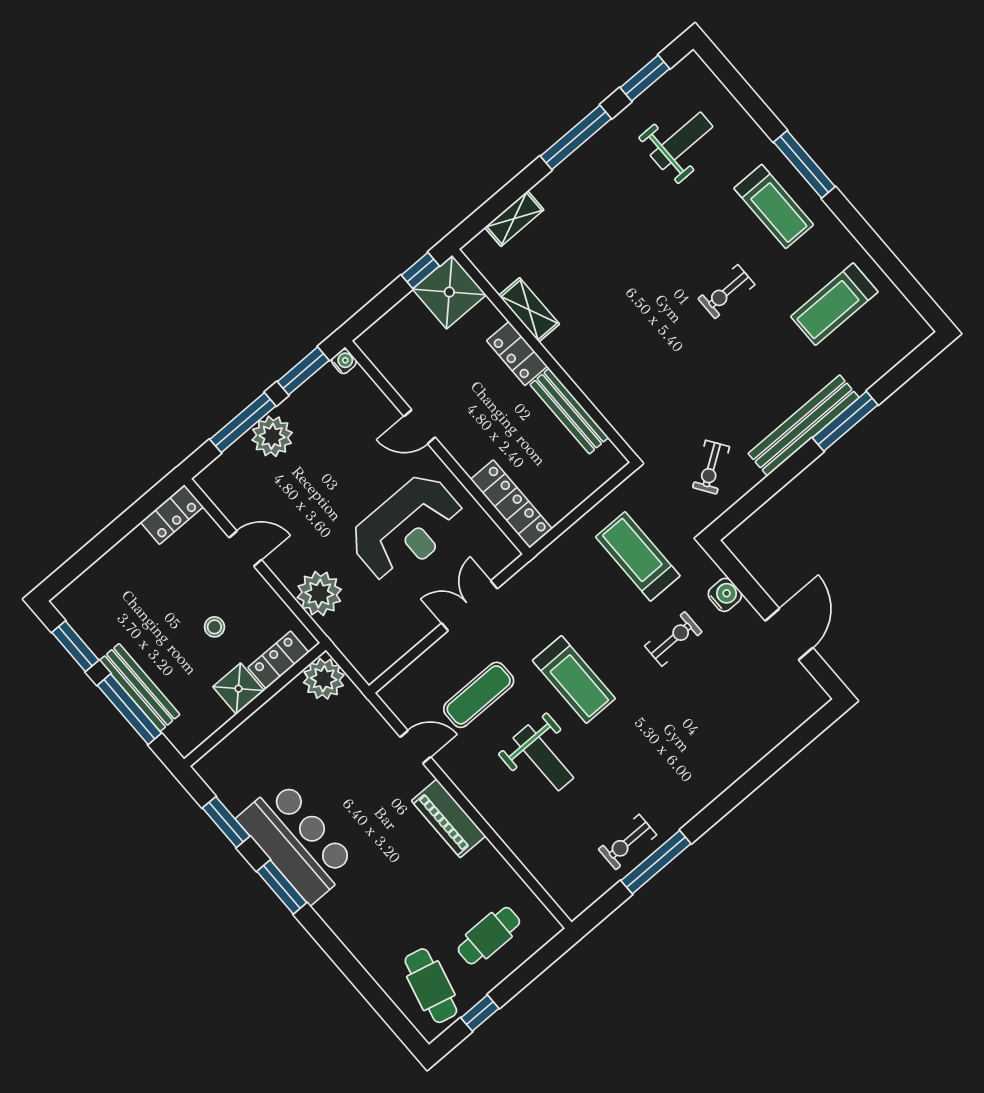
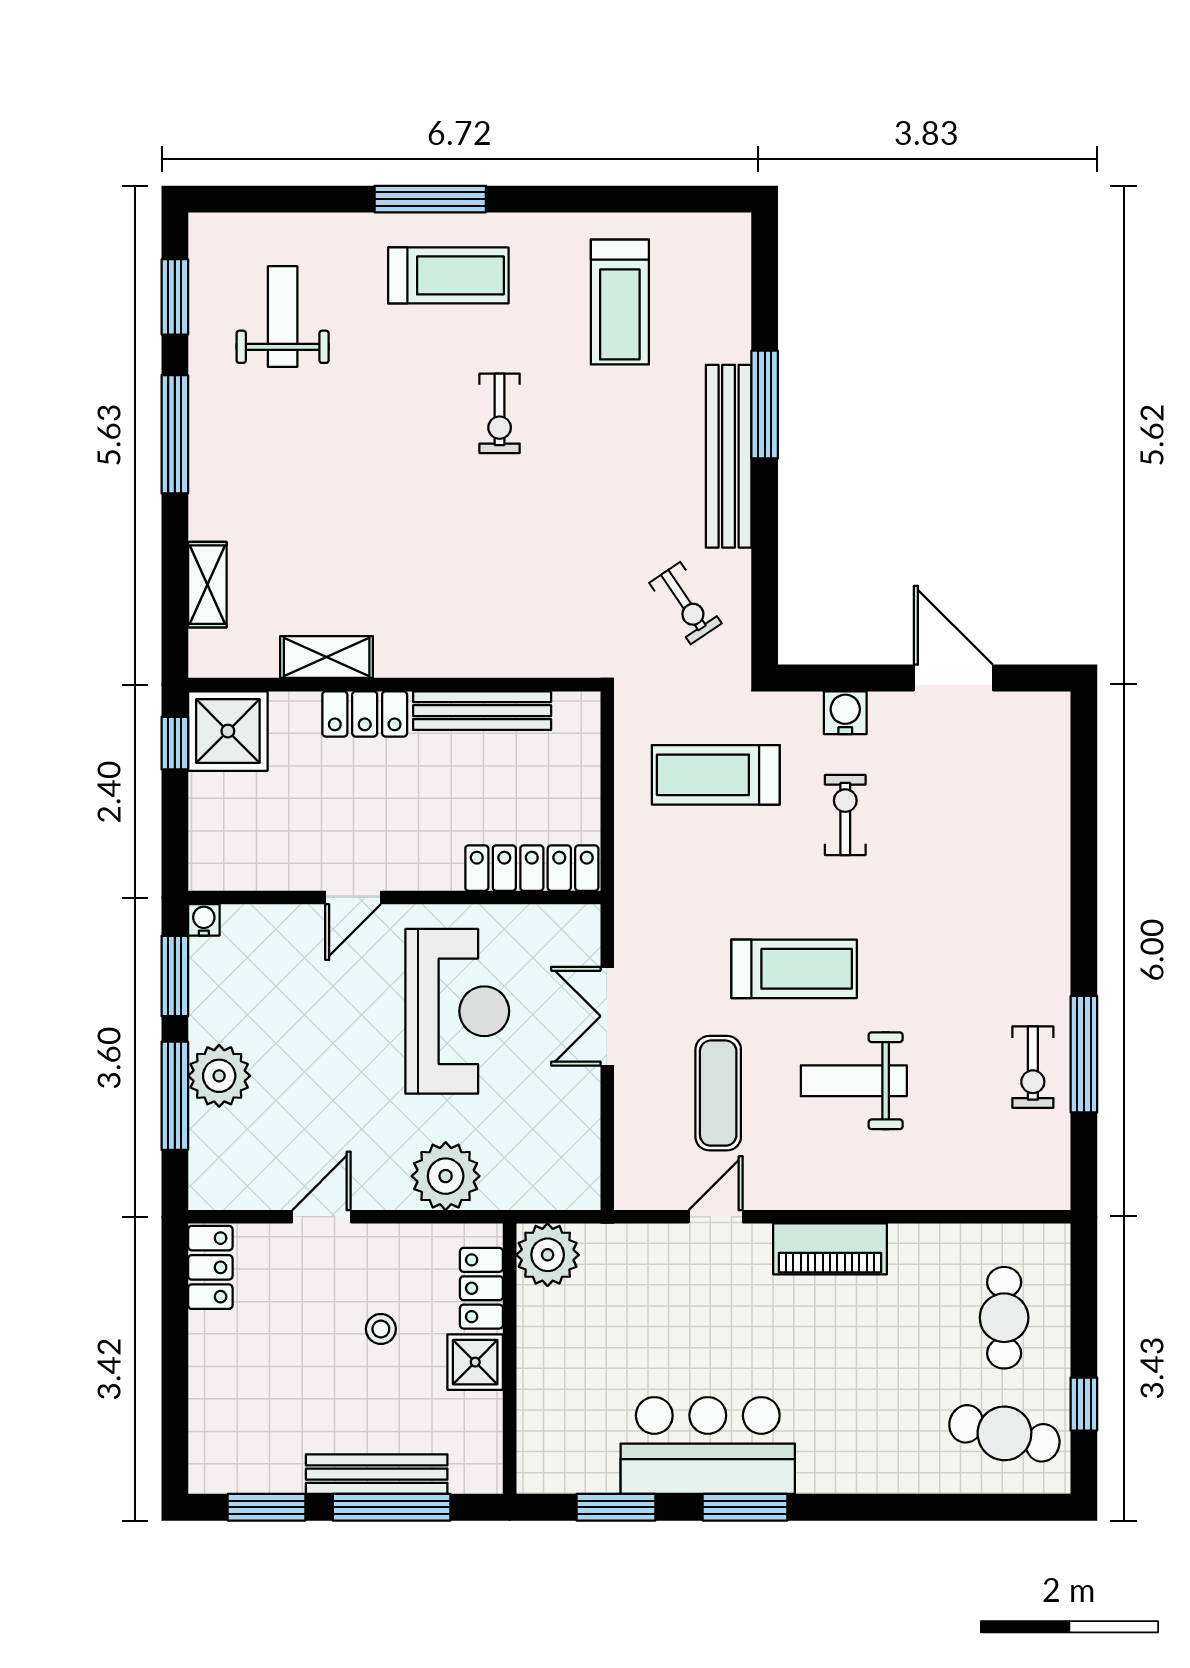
weight bench: (543, 758) -> (854, 1081), turned 180

